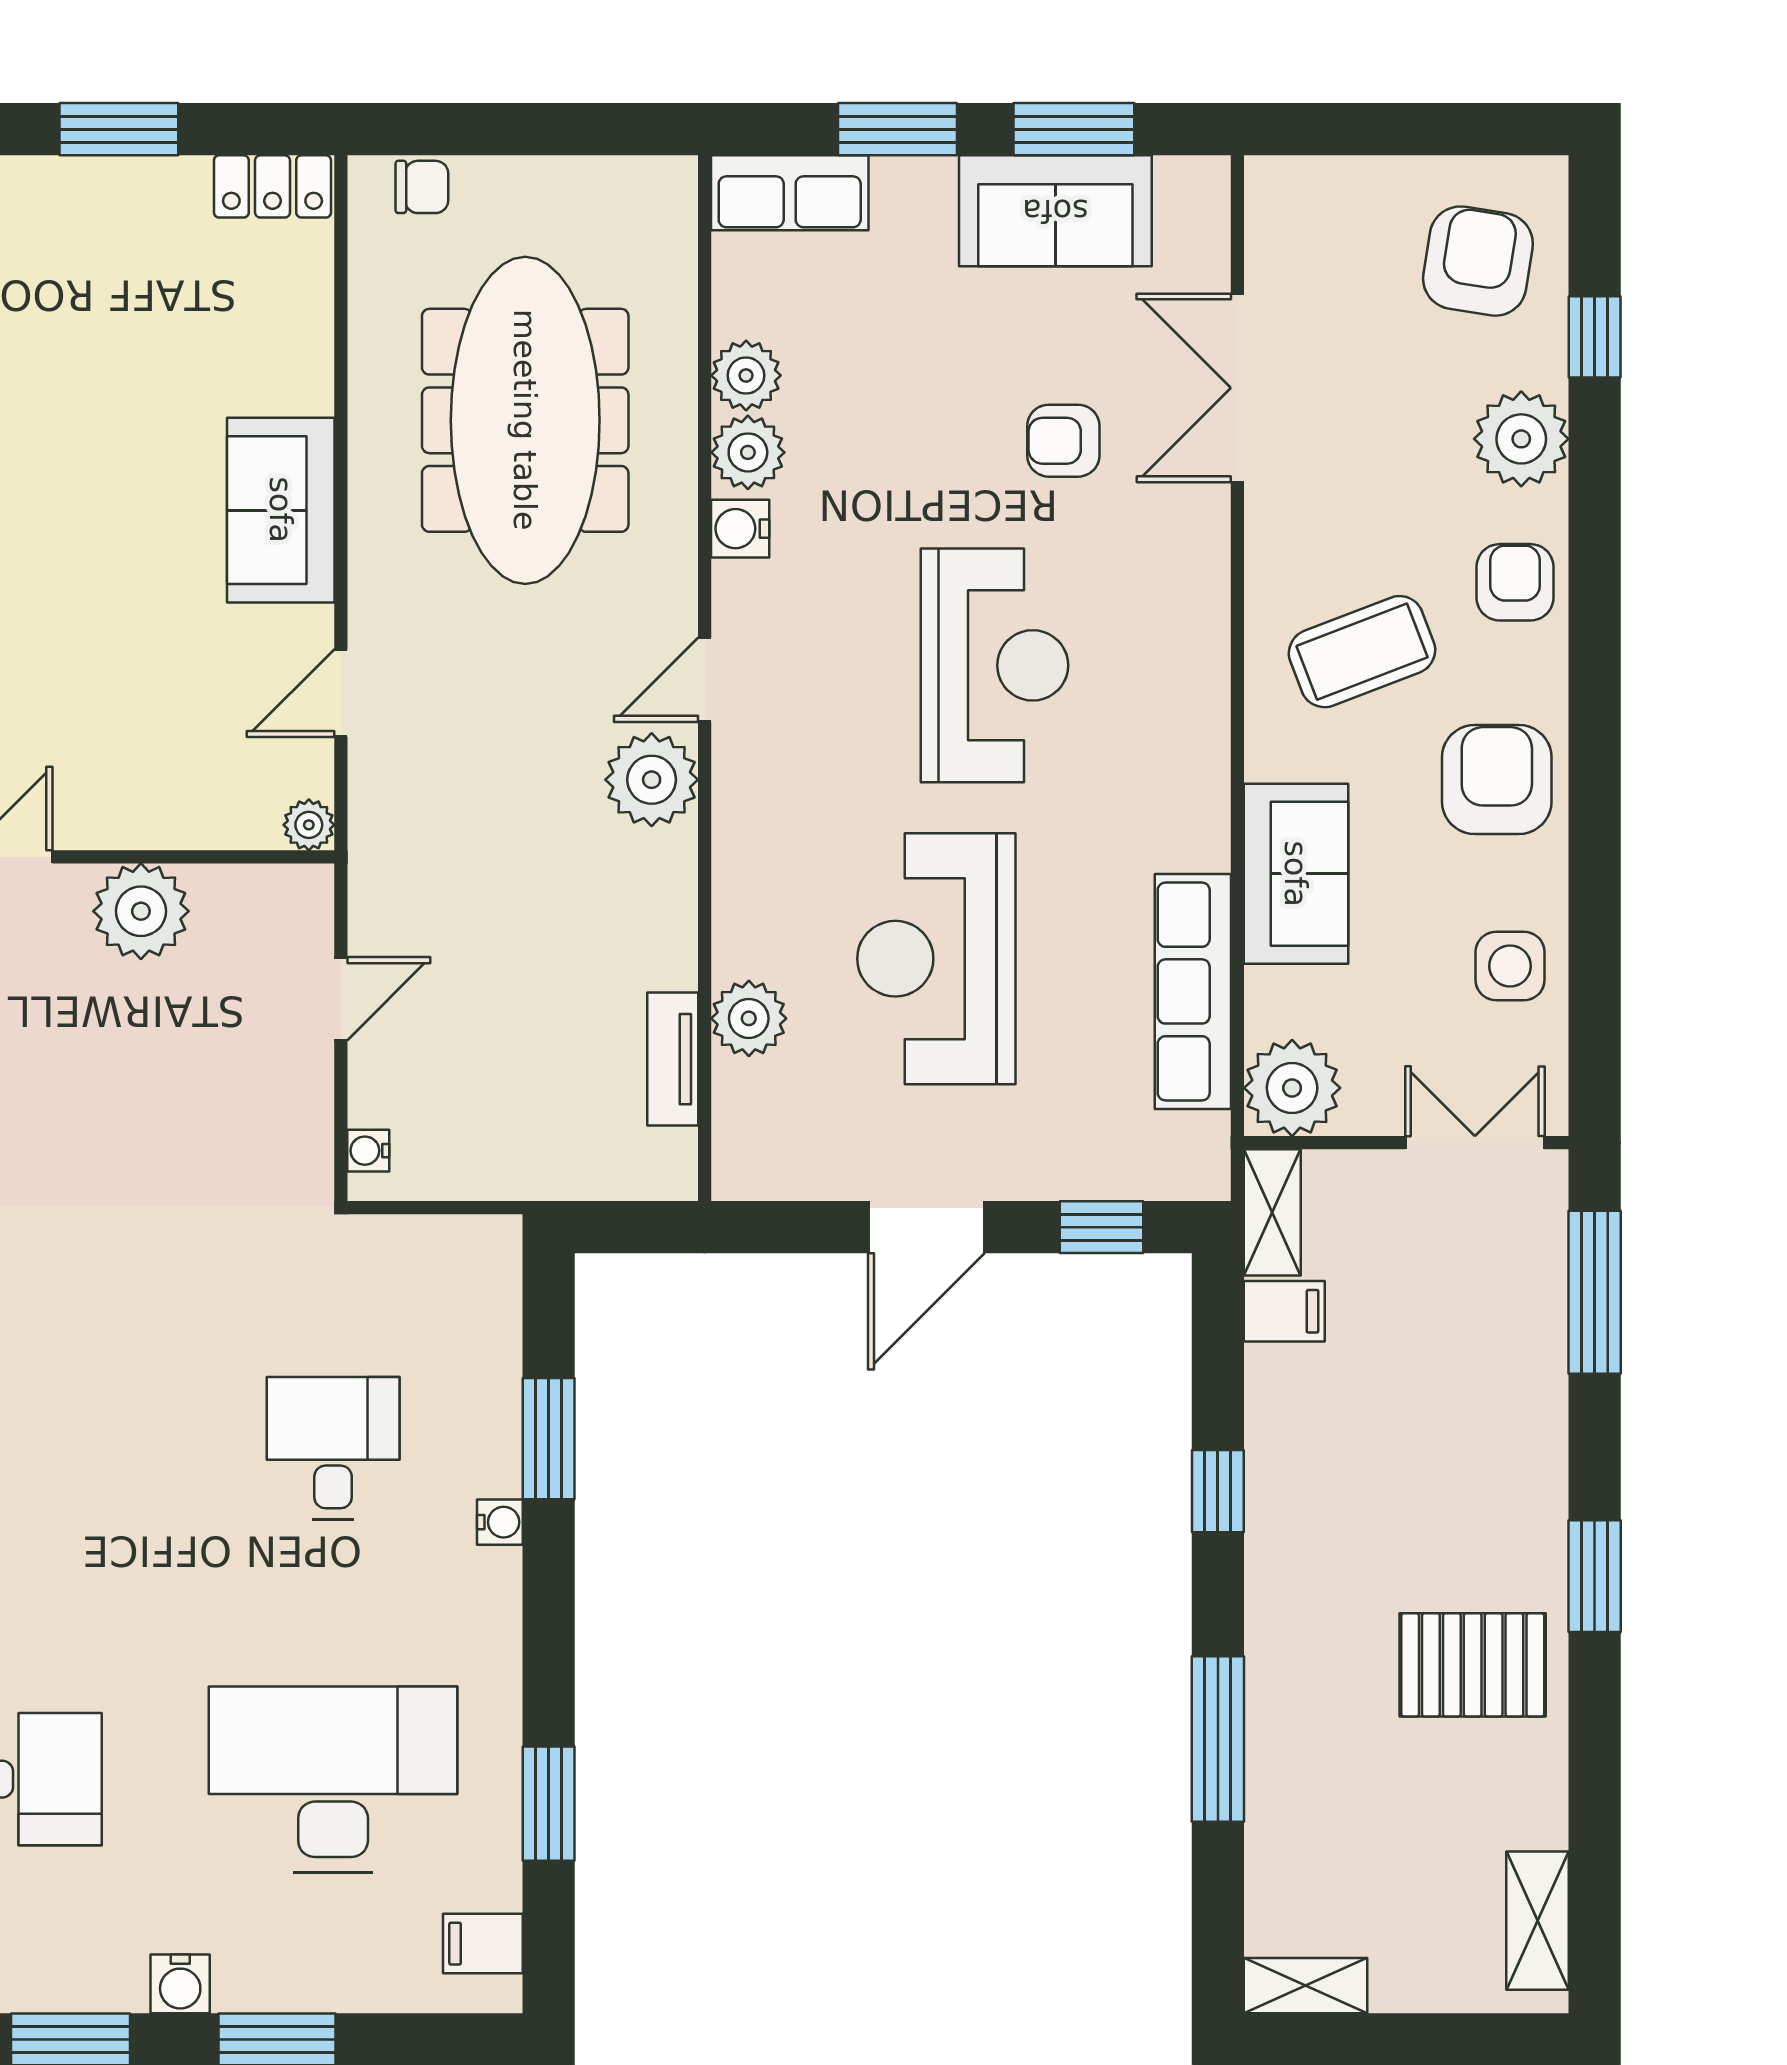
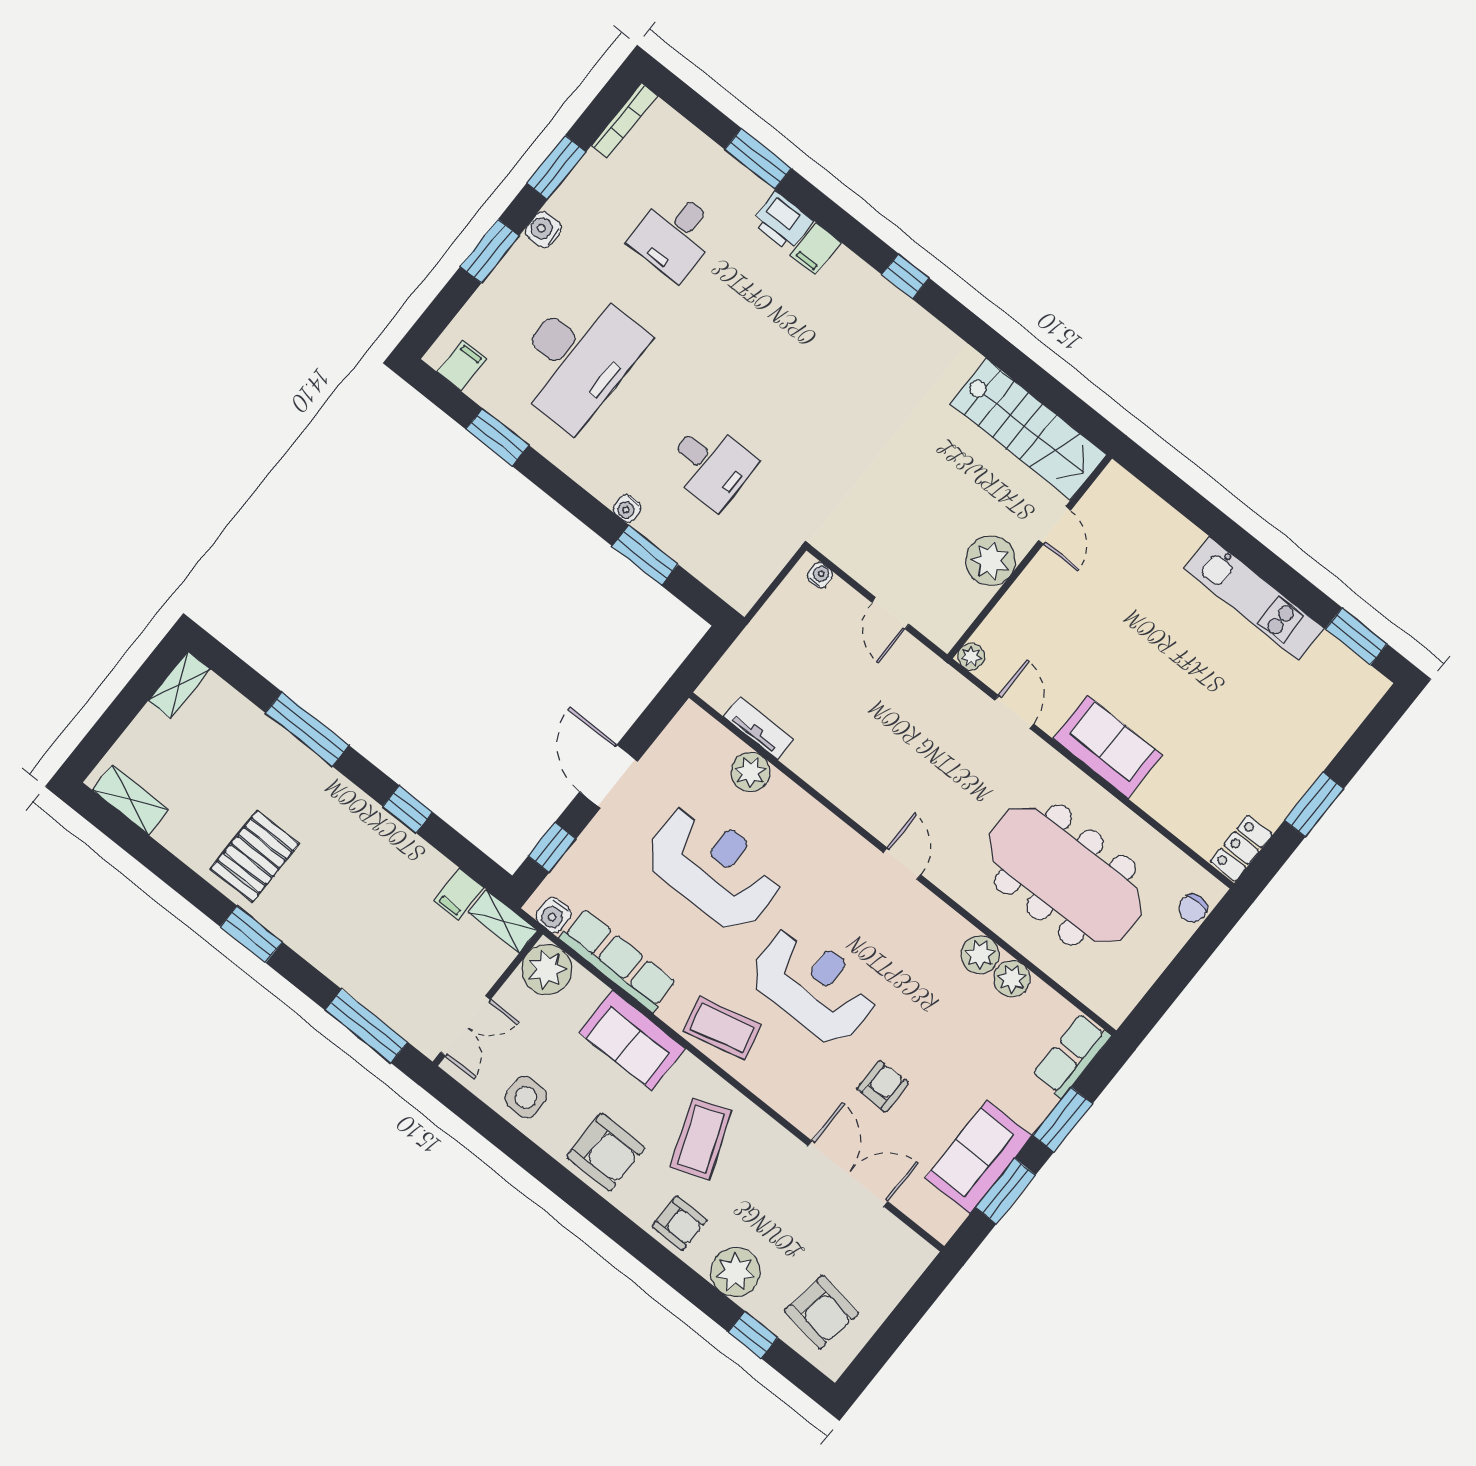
water cooler: (740, 529) -> (554, 915), moved, turned 180
reception desk: (994, 665) -> (814, 986), turned 180
coffee table: (1169, 753) -> (722, 1028), added
plant: (652, 780) -> (879, 810), removed

